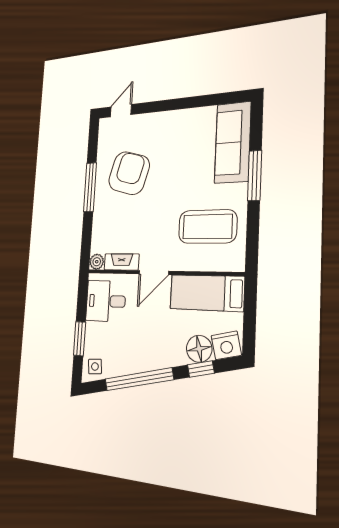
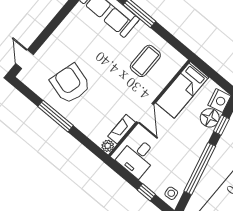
coffee table: (207, 227) -> (145, 61), width x0.73, depth x0.76
window: (80, 339) -> (146, 192), width x0.67

